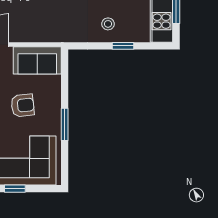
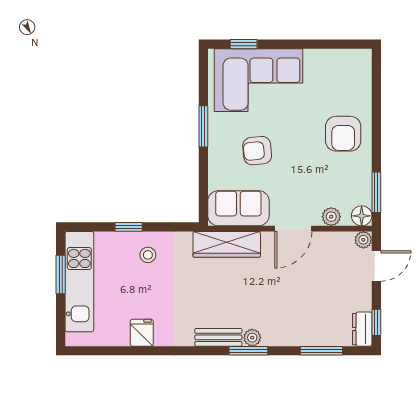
wardrobe: (46, 32) -> (227, 244), added
window: (15, 189) -> (244, 44), moved

